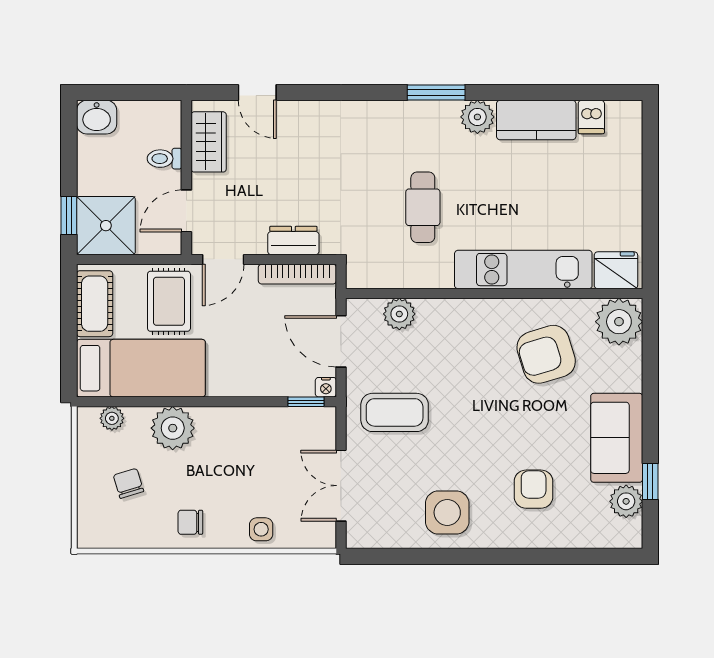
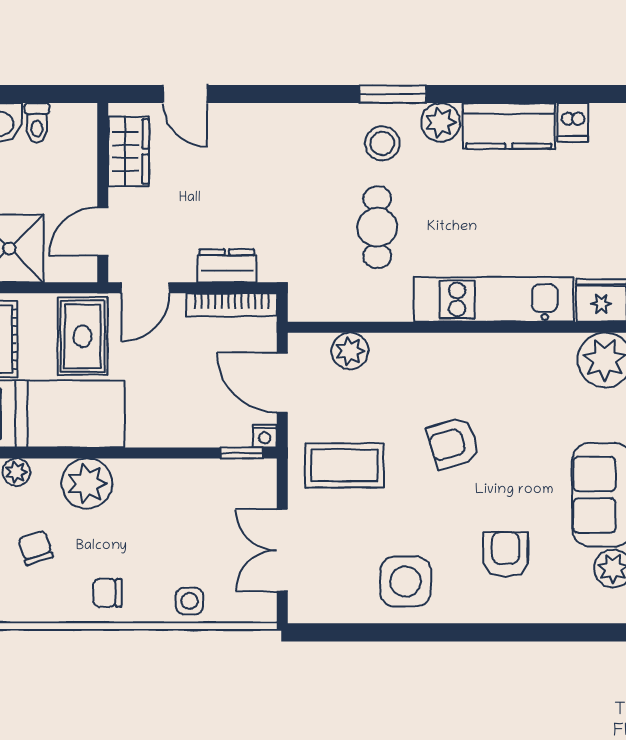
stool: (427, 135) -> (382, 143), added
toilet: (165, 159) -> (37, 123), moved, turned -90
armchair: (546, 354) -> (453, 443), moved, width x0.72, depth x0.72

